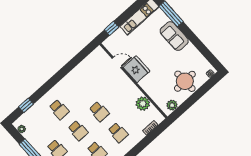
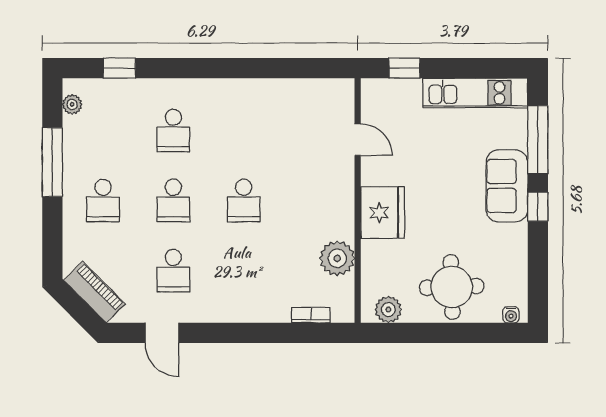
window: (189, 34) -> (538, 207), added
fridge: (136, 69) -> (383, 213), moved
school desk: (118, 133) -> (244, 271), removed

